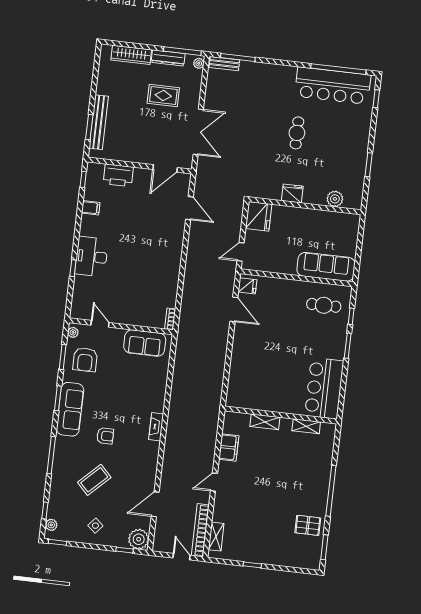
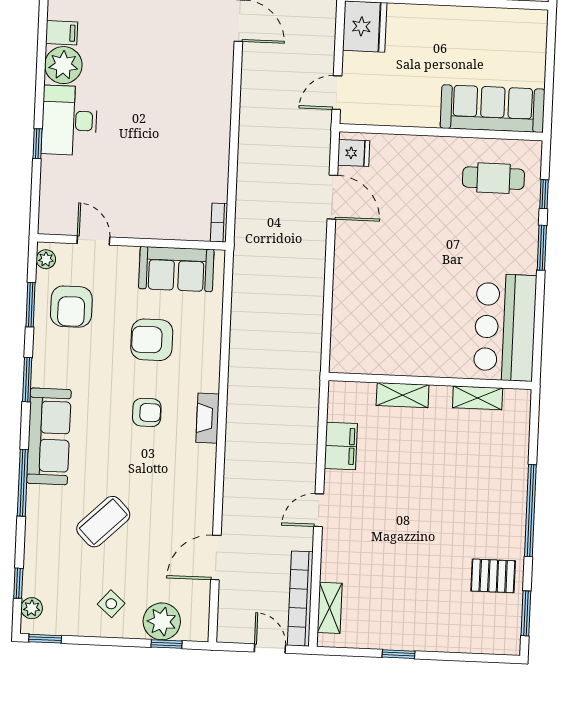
plant: (90, 226) -> (63, 65), added
armchair: (128, 381) -> (152, 340), added
sofa: (70, 409) -> (49, 436), moved
armchair: (105, 436) -> (147, 412), moved
plant: (139, 539) -> (162, 621), moved

